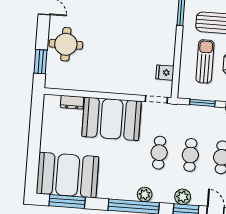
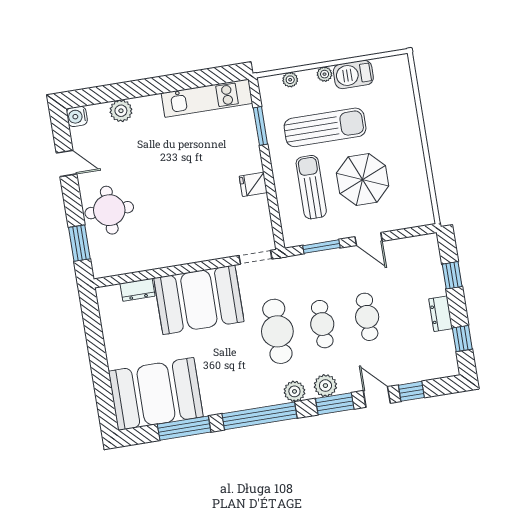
fridge: (165, 73) -> (253, 184), moved
cafe table: (159, 153) -> (277, 331), width x1.37, depth x1.35
plant: (145, 194) -> (294, 391), moved
window: (67, 201) -> (184, 428), moved

